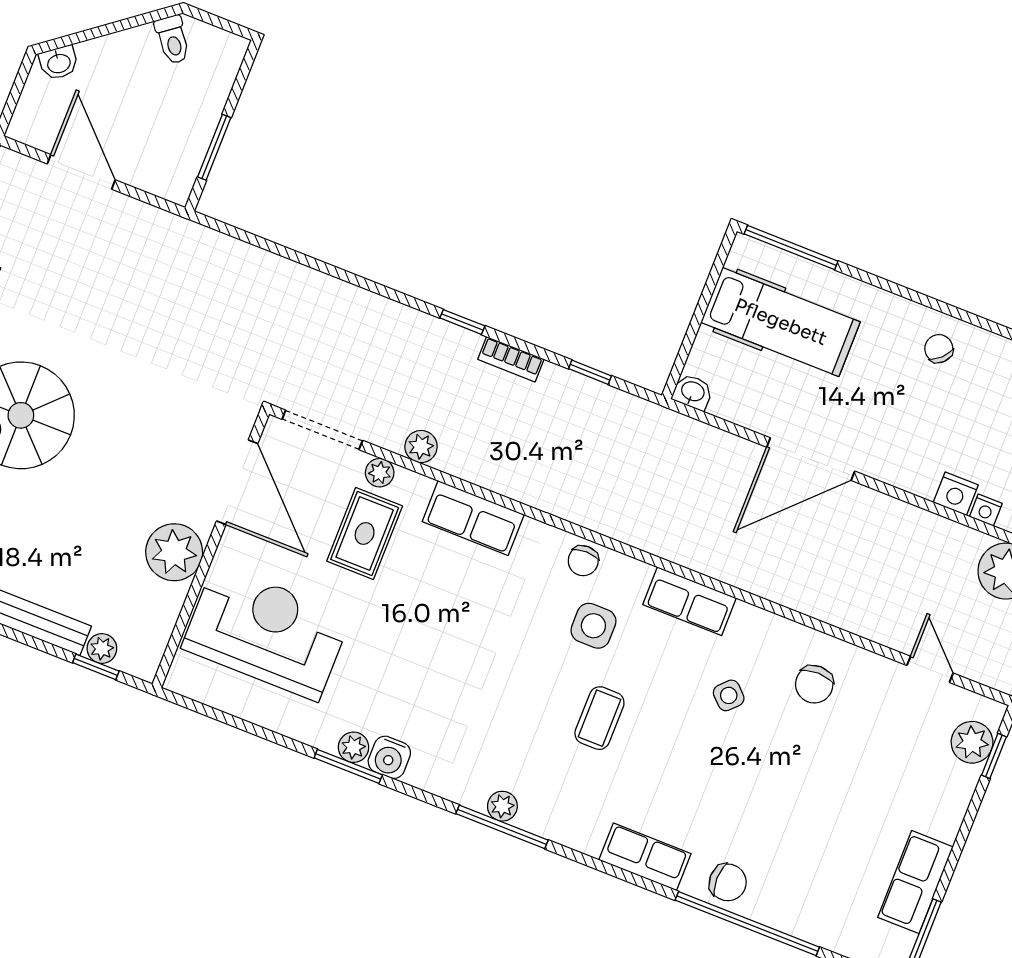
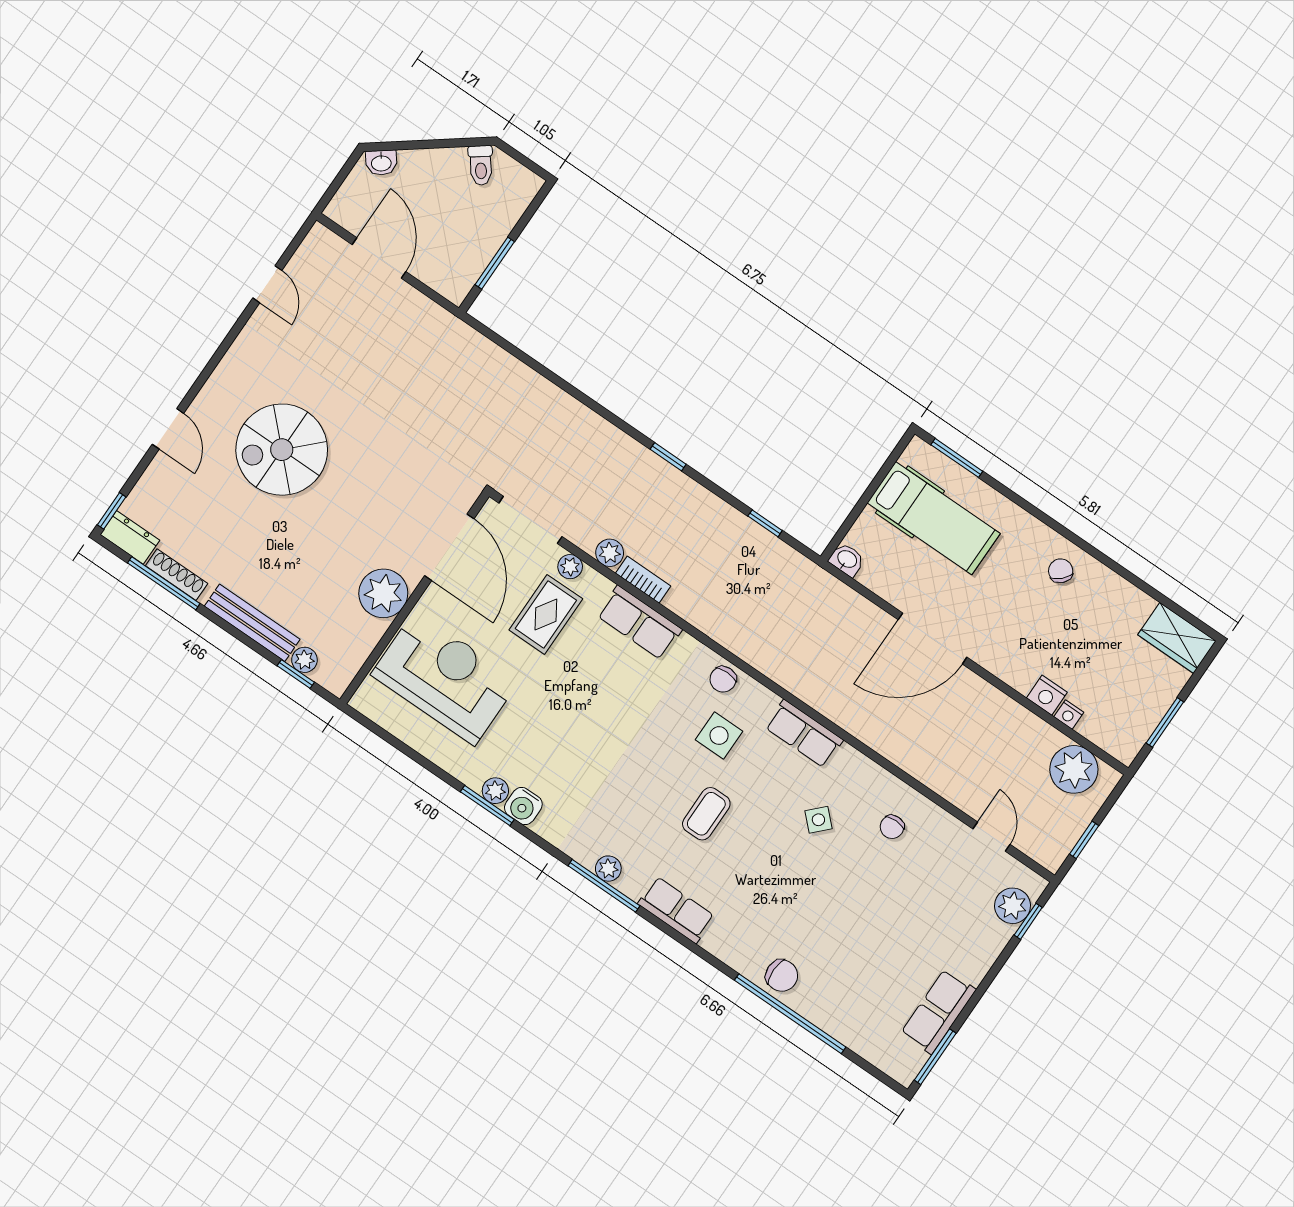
window: (791, 248) -> (957, 458), width x0.69
bookcase: (511, 359) -> (643, 580), moved, turned 180
chair: (814, 684) -> (892, 827), width x0.73, depth x0.73
row of seats: (645, 857) -> (676, 910), moved

